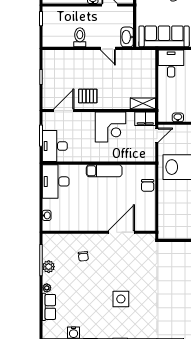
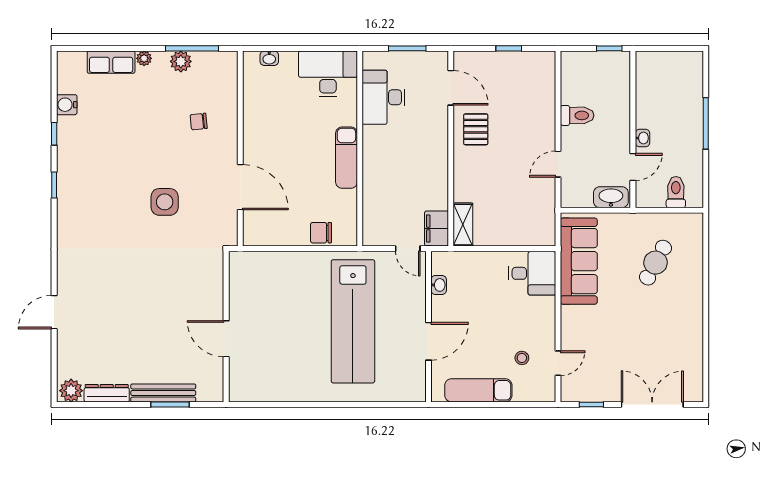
washbasin: (127, 37) -> (611, 197), moved
corner desk: (111, 127) -> (422, 169), removed
desk: (55, 146) -> (383, 97), moved, turned -90
side table: (121, 299) -> (165, 202), moved

